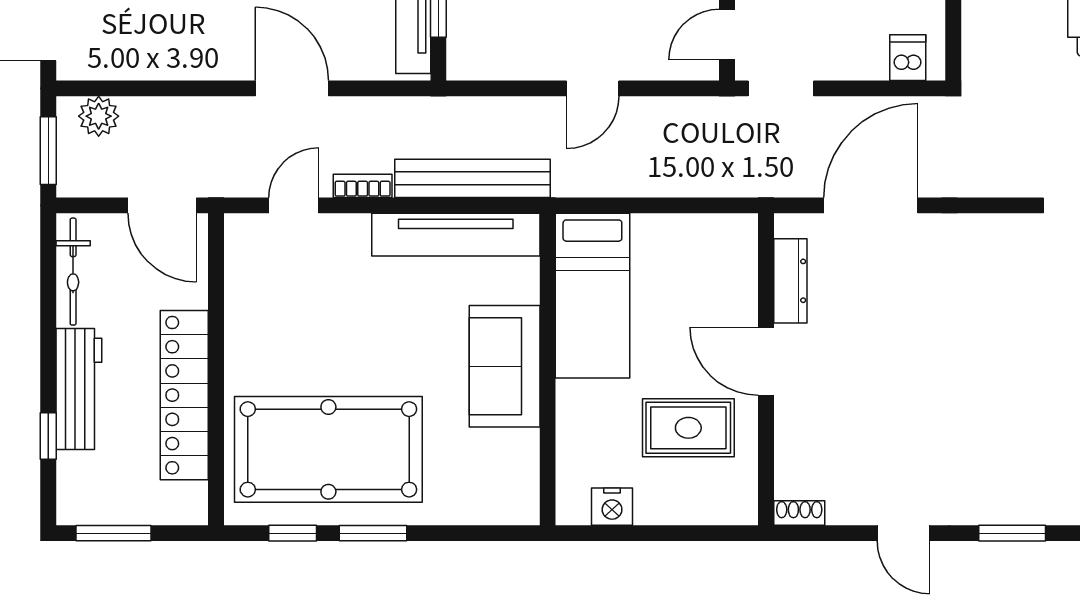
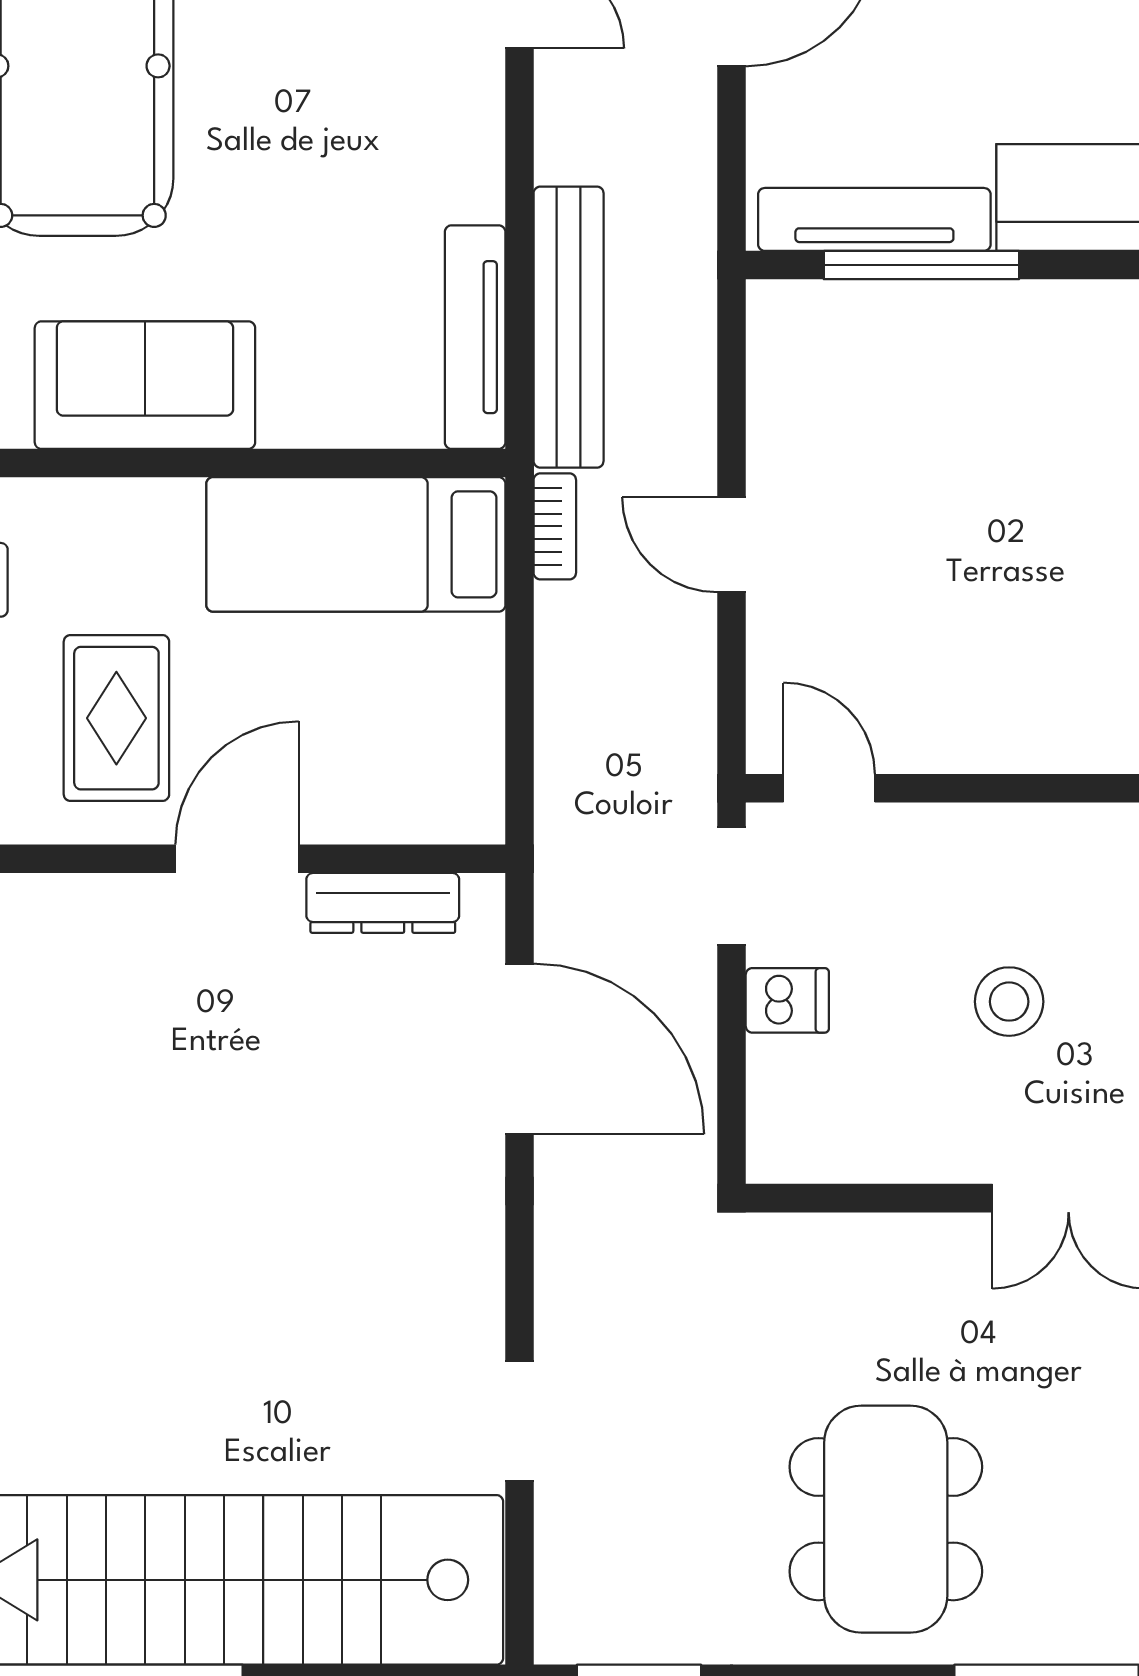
dishwasher: (908, 58) -> (787, 1000), moved
bookcase: (363, 186) -> (555, 526), moved
tv unit: (456, 235) -> (475, 337), width x0.73, depth x0.78
sofa: (505, 366) -> (145, 385), moved

